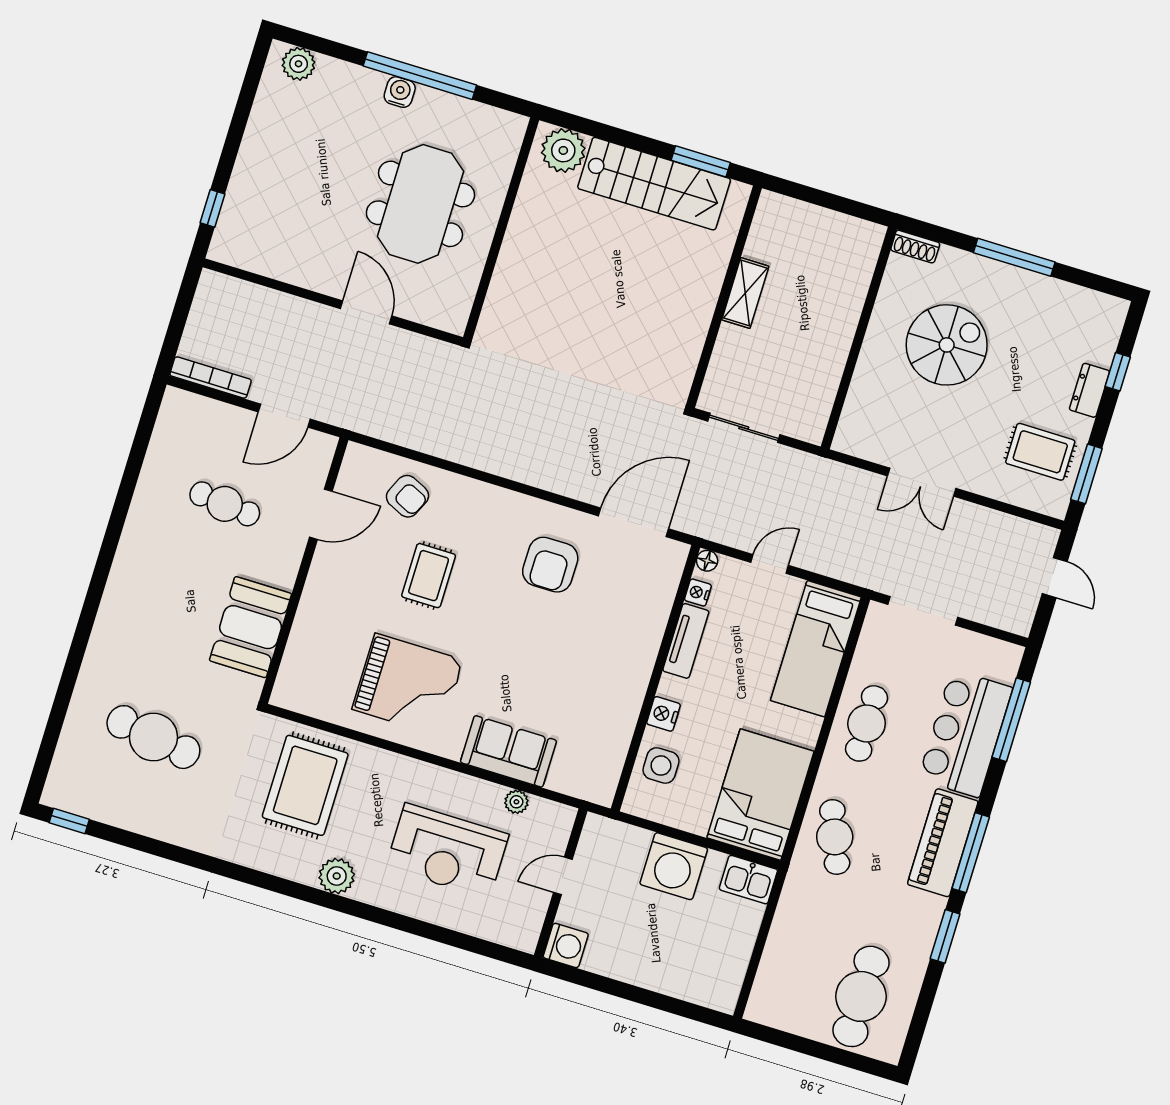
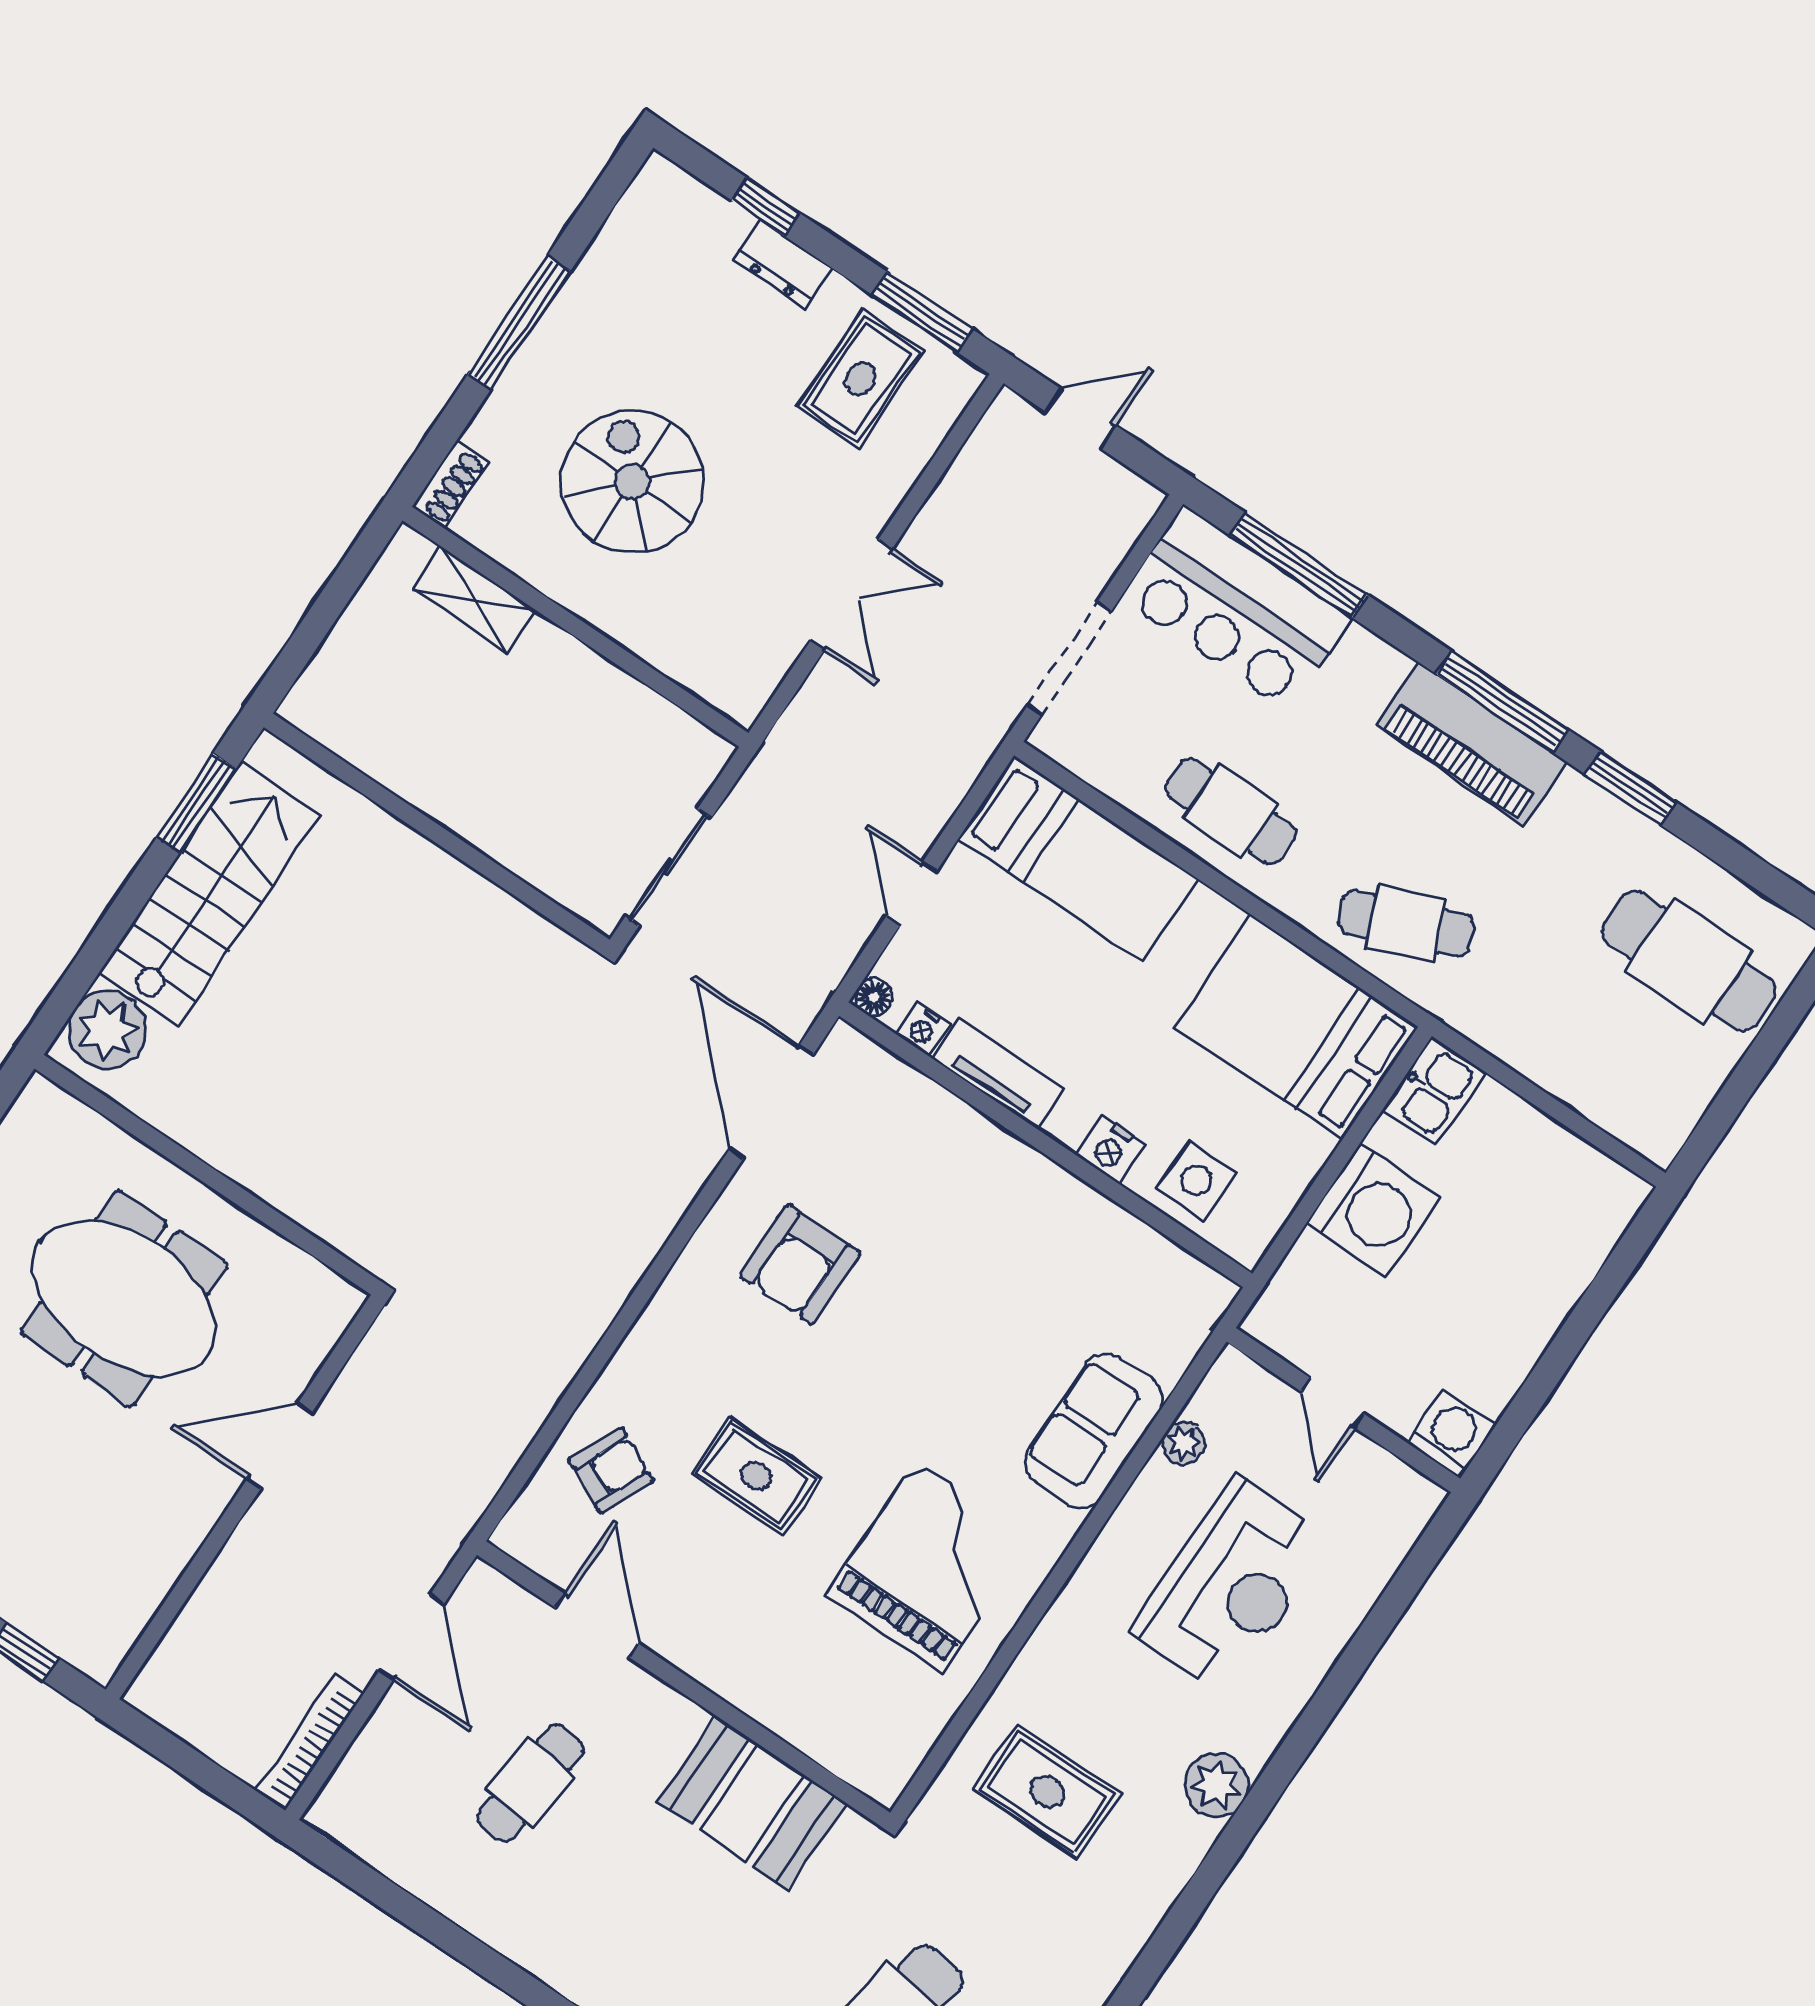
shelving: (745, 293) -> (474, 600), moved
armchair: (550, 565) -> (800, 1264), turned 90
bar counter: (965, 734) -> (1237, 608), moved
rug: (305, 785) -> (1047, 1792), width x0.73, depth x0.70

